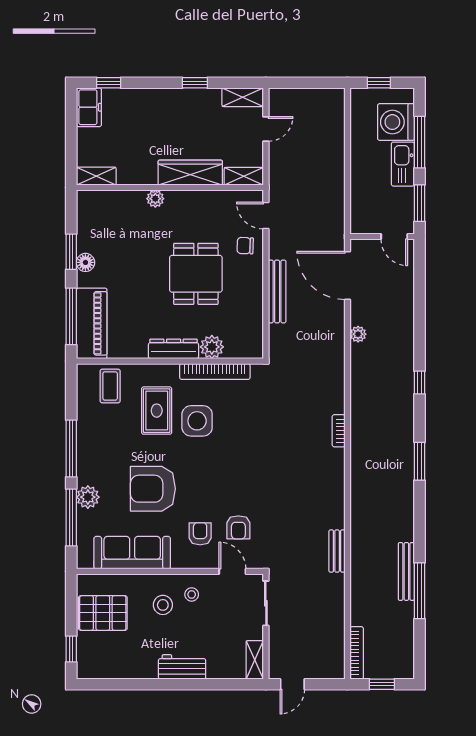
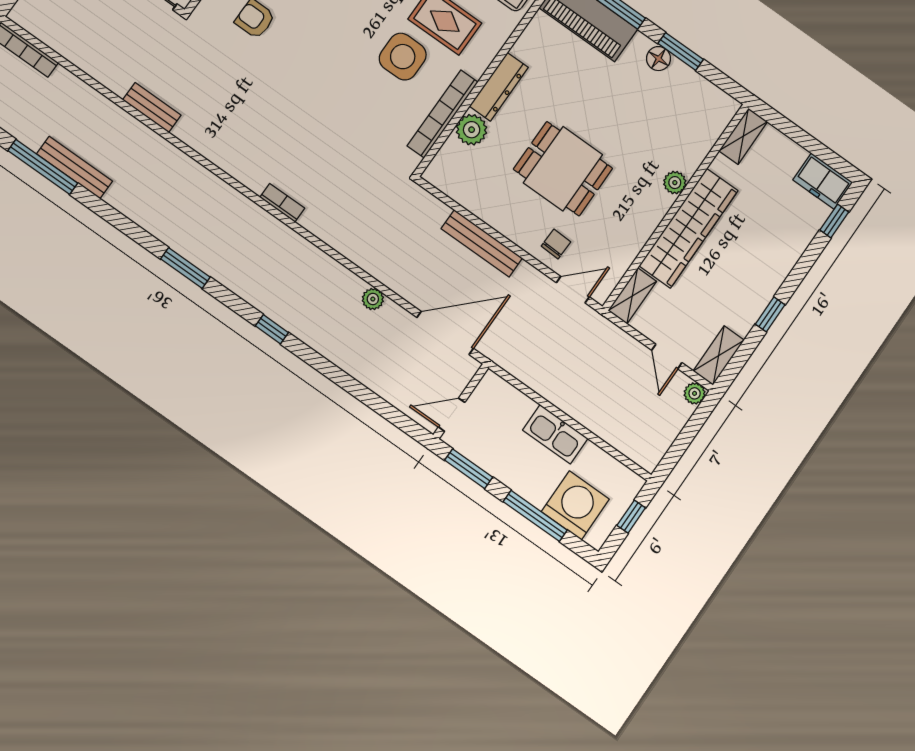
plant: (276, 96) -> (695, 393), added
kitchen sink: (403, 164) -> (555, 434), moved, turned 180
wardrobe: (190, 173) -> (689, 228), width x1.40, depth x1.17

